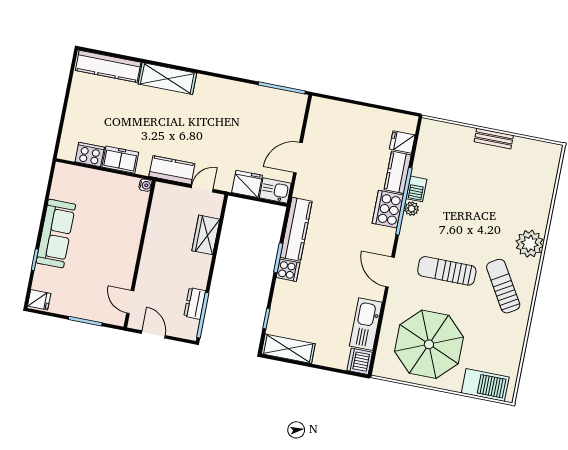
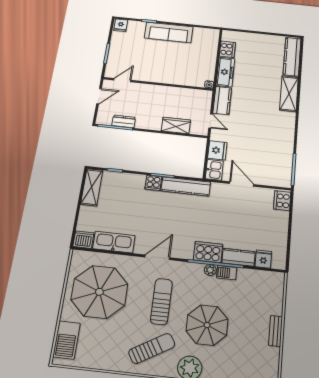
cooker: (325, 109) -> (282, 201), added
freezer: (120, 160) -> (225, 72), width x1.40
parasol: (480, 219) -> (207, 325), added

